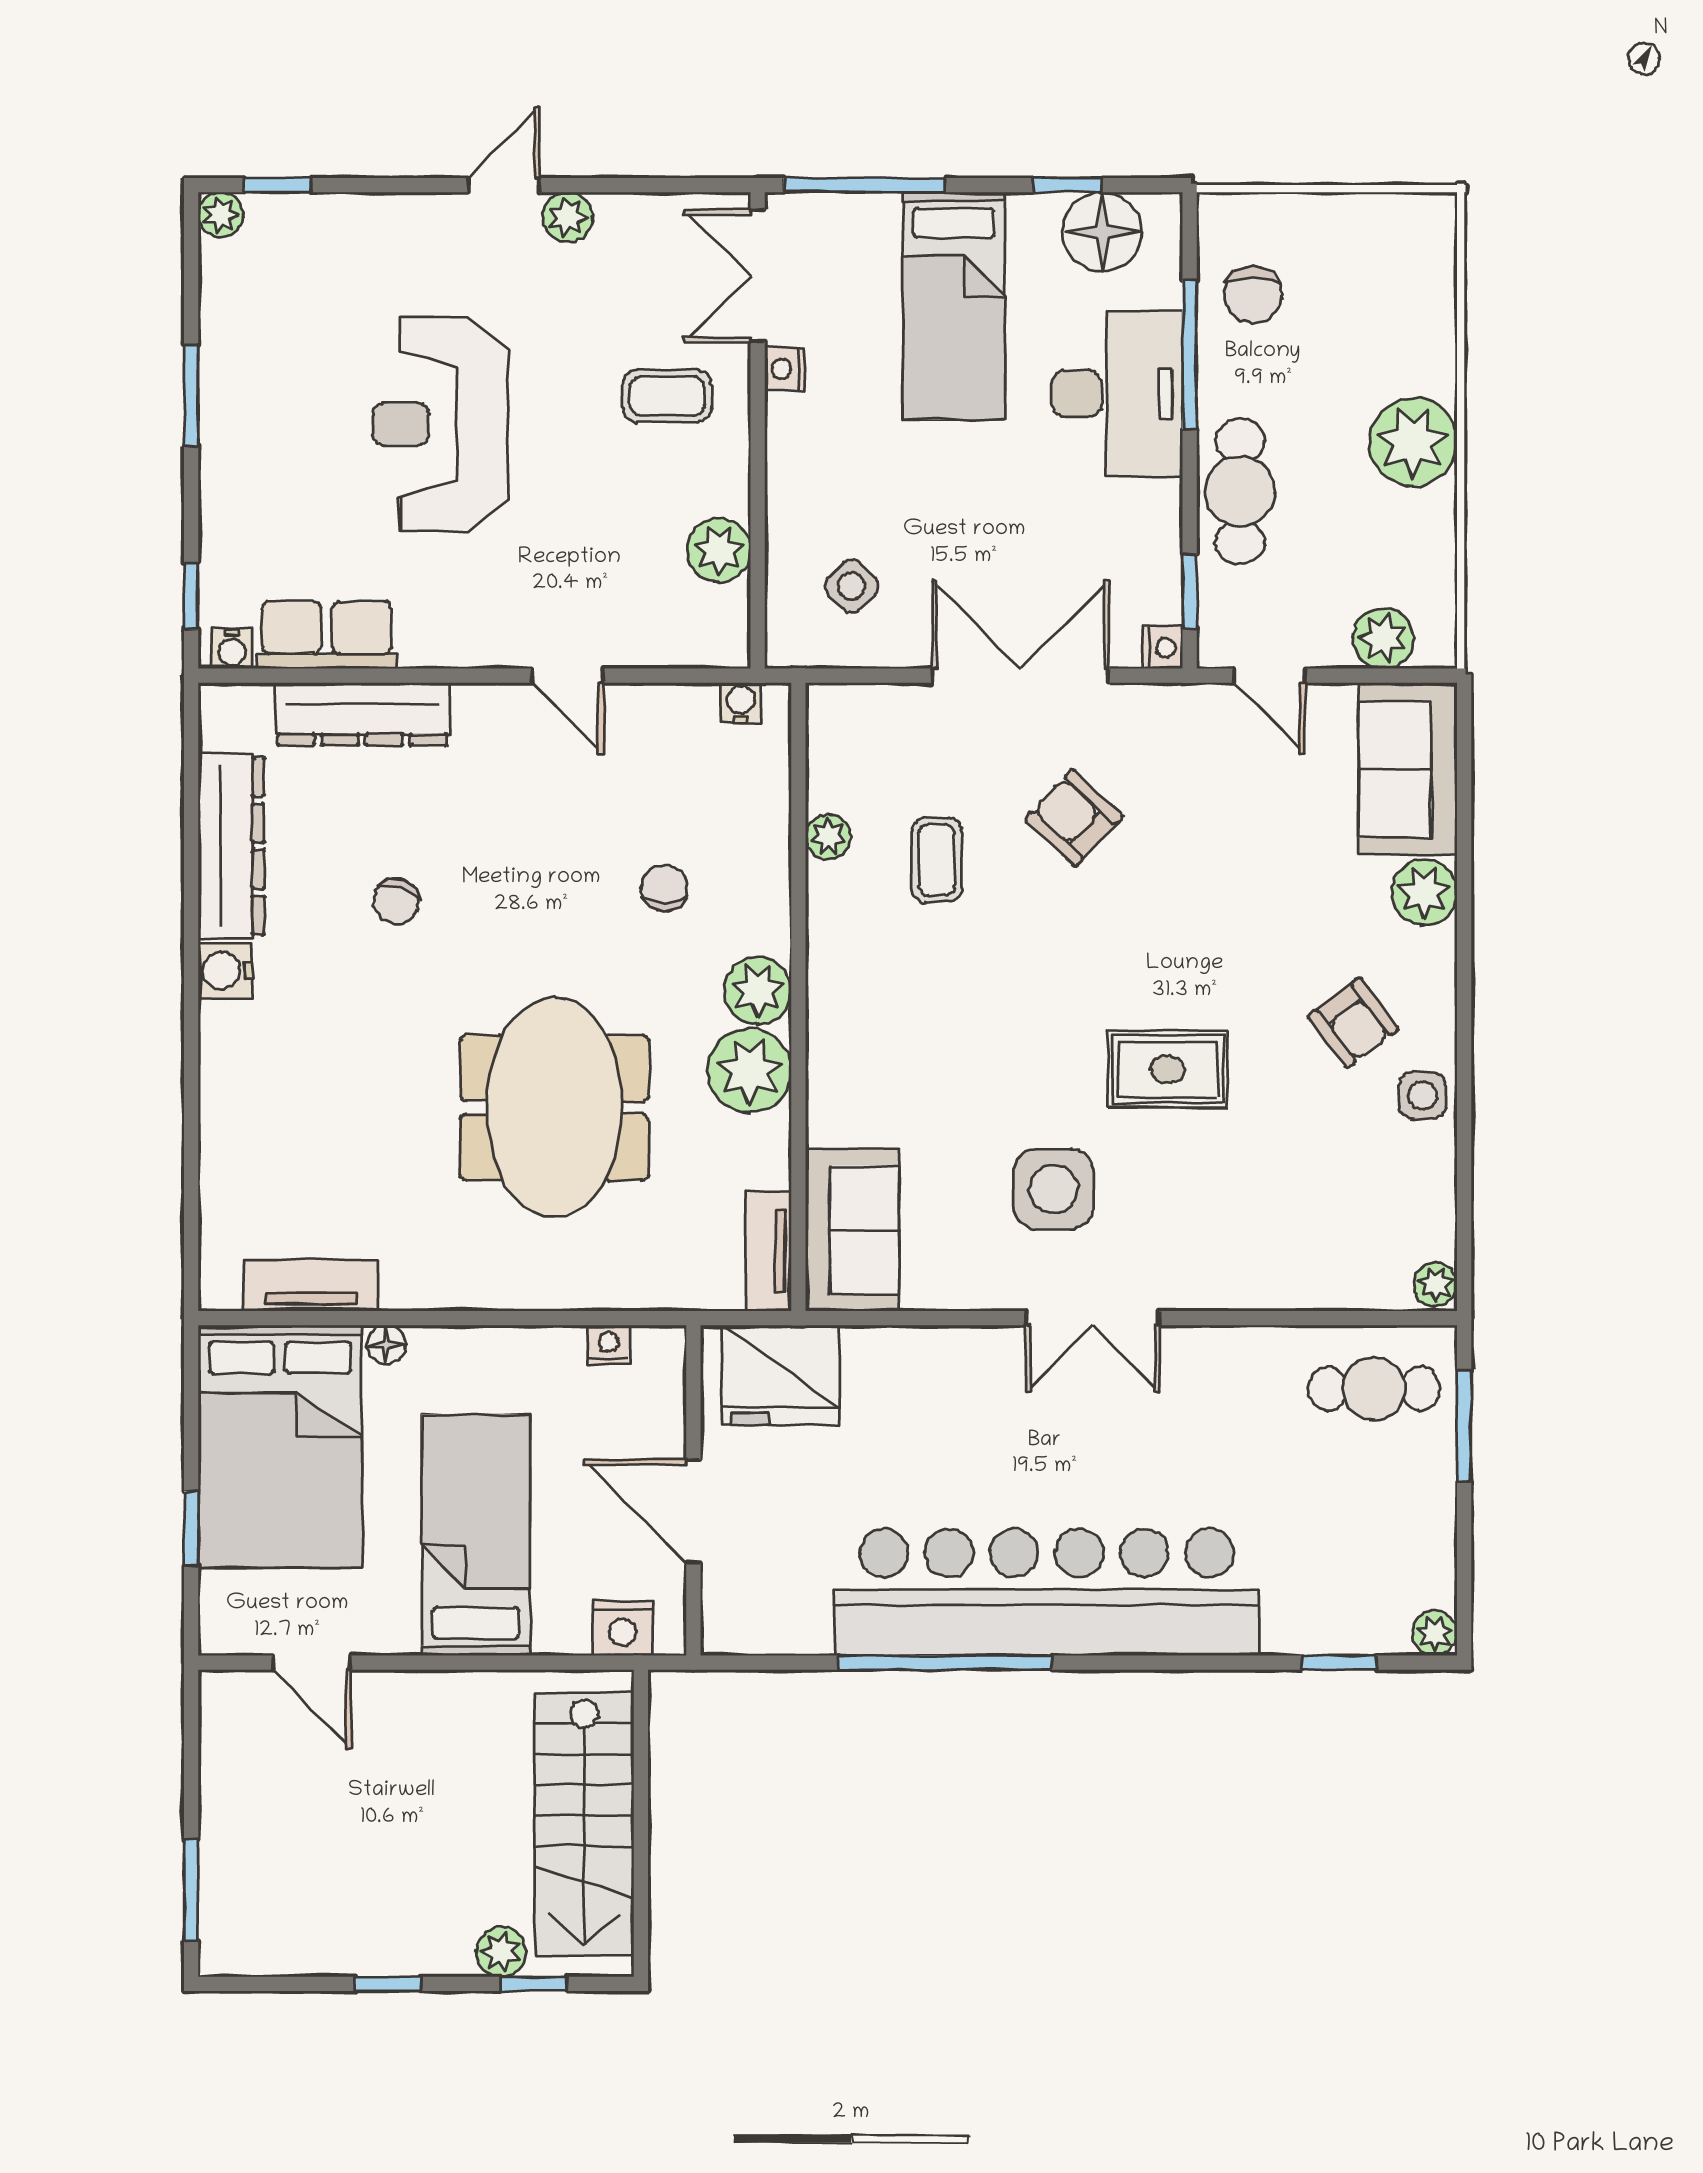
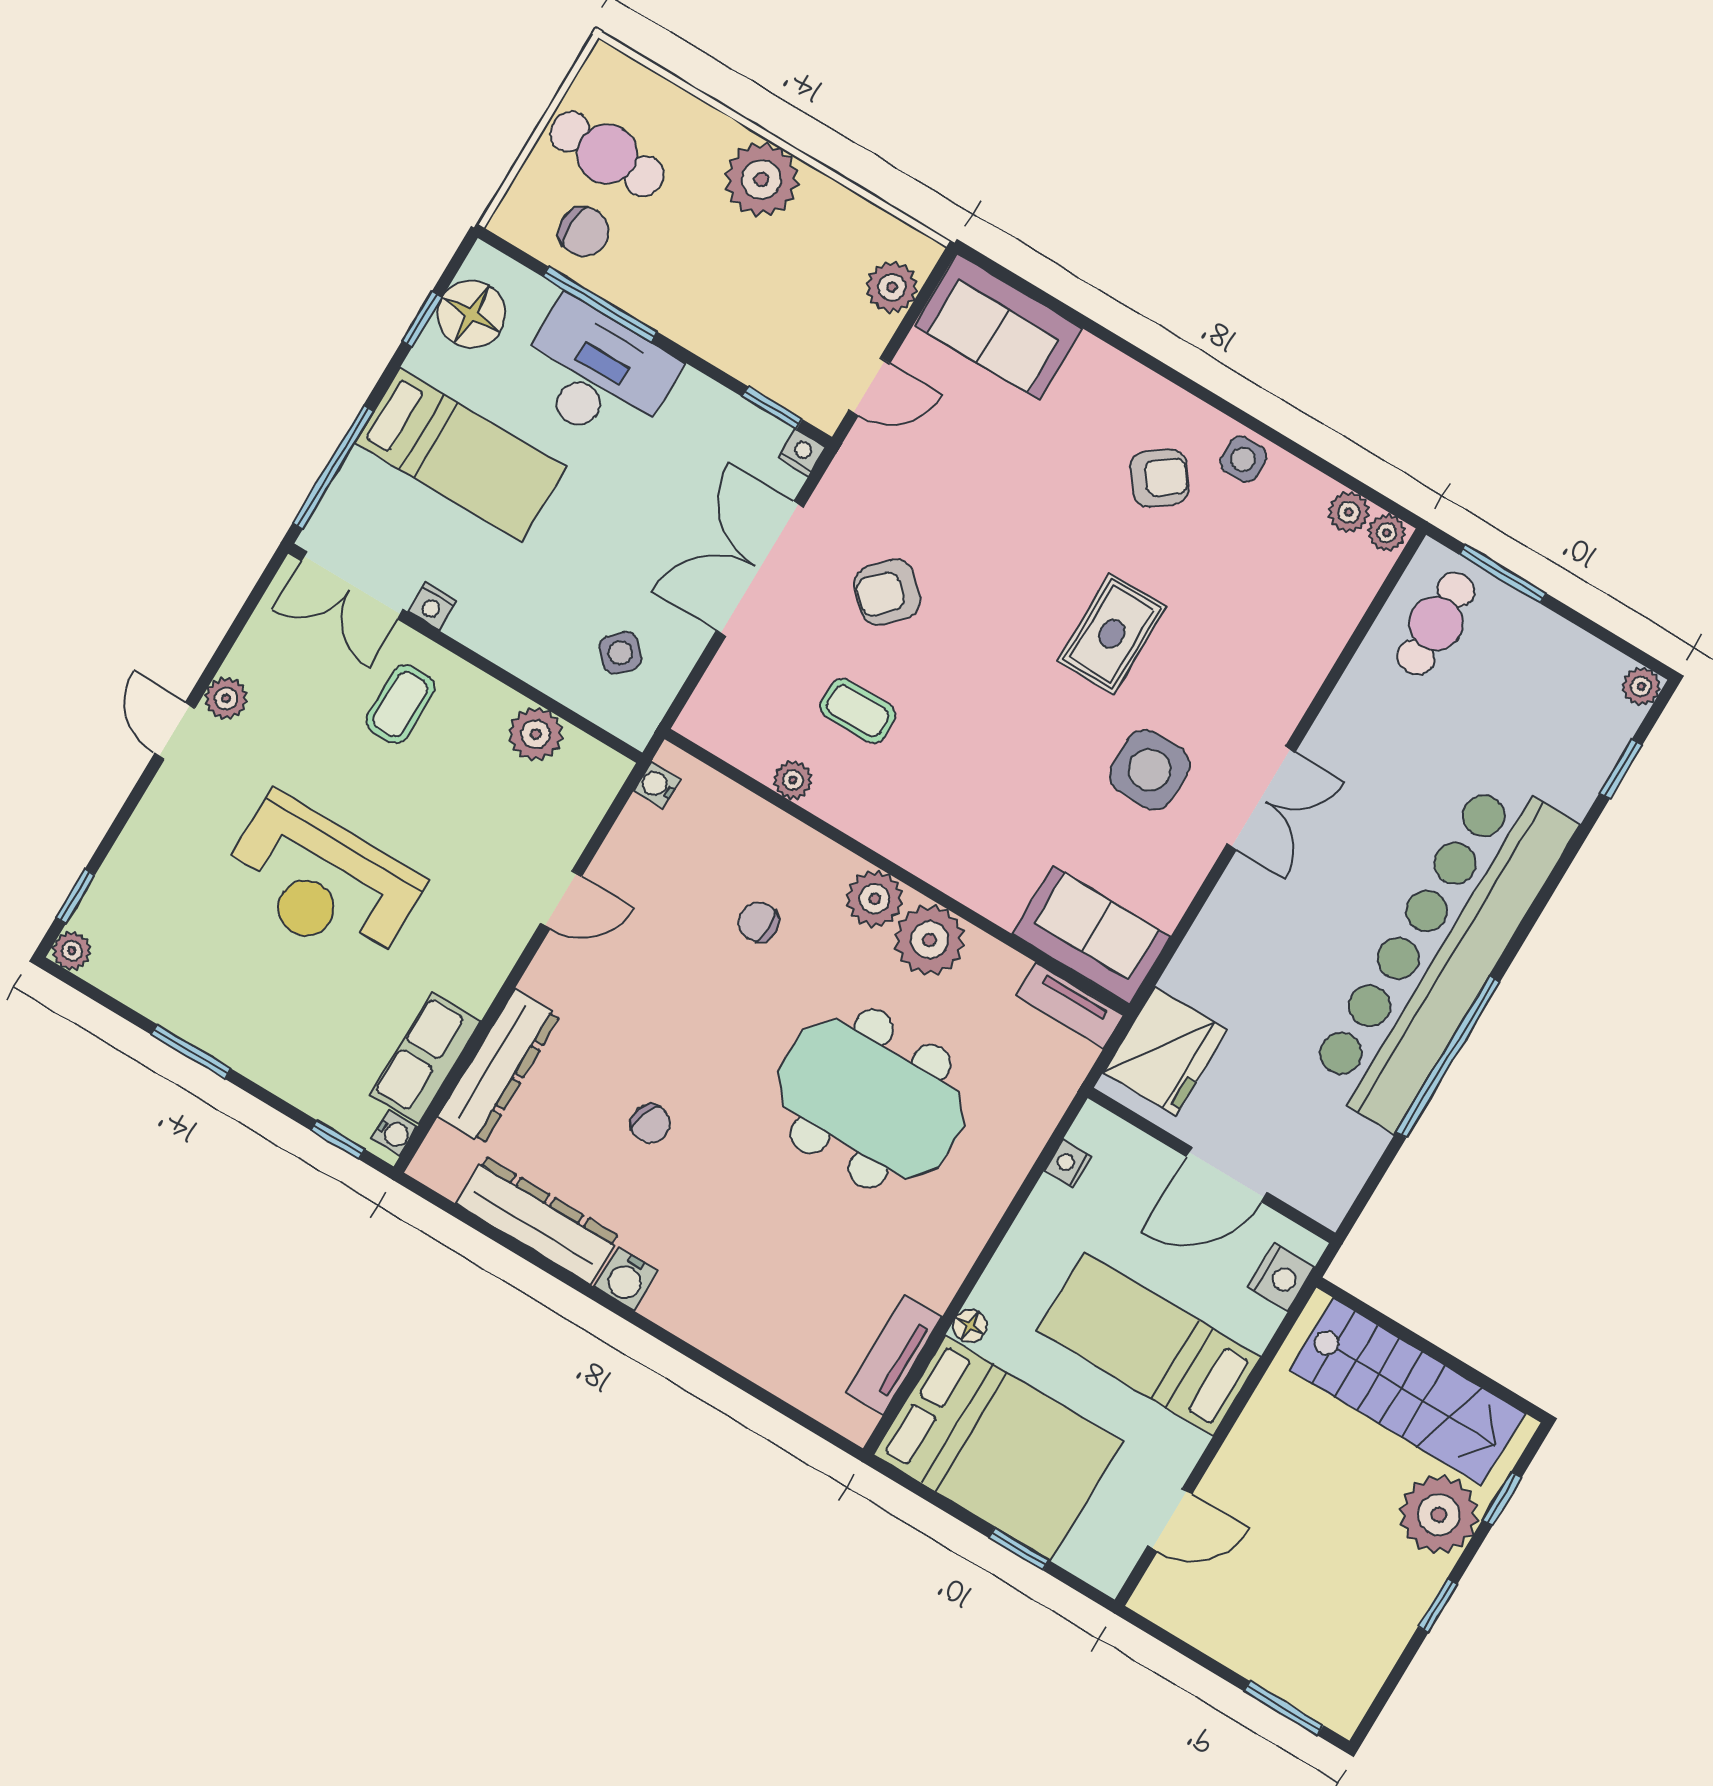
cafe table: (1240, 492) -> (607, 154), moved
plant: (1424, 892) -> (1349, 512), moved, width x0.73, depth x0.73
plant: (501, 1952) -> (1439, 1515), width x1.87, depth x1.87

